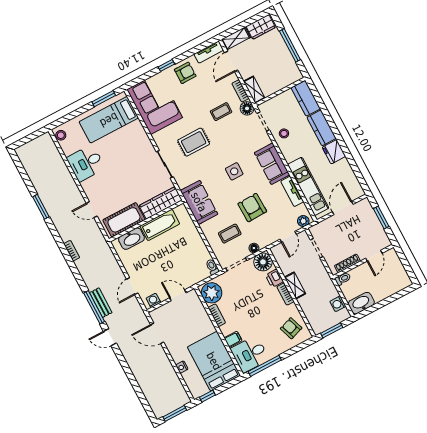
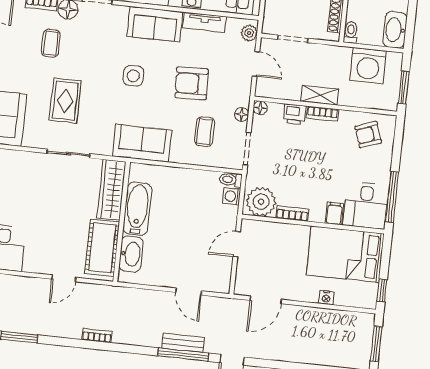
floor lamp: (263, 262) -> (260, 108), width x0.53, depth x0.53
washing machine: (153, 300) -> (232, 196), moved
washing machine: (338, 304) -> (368, 66), width x1.89, depth x1.89

